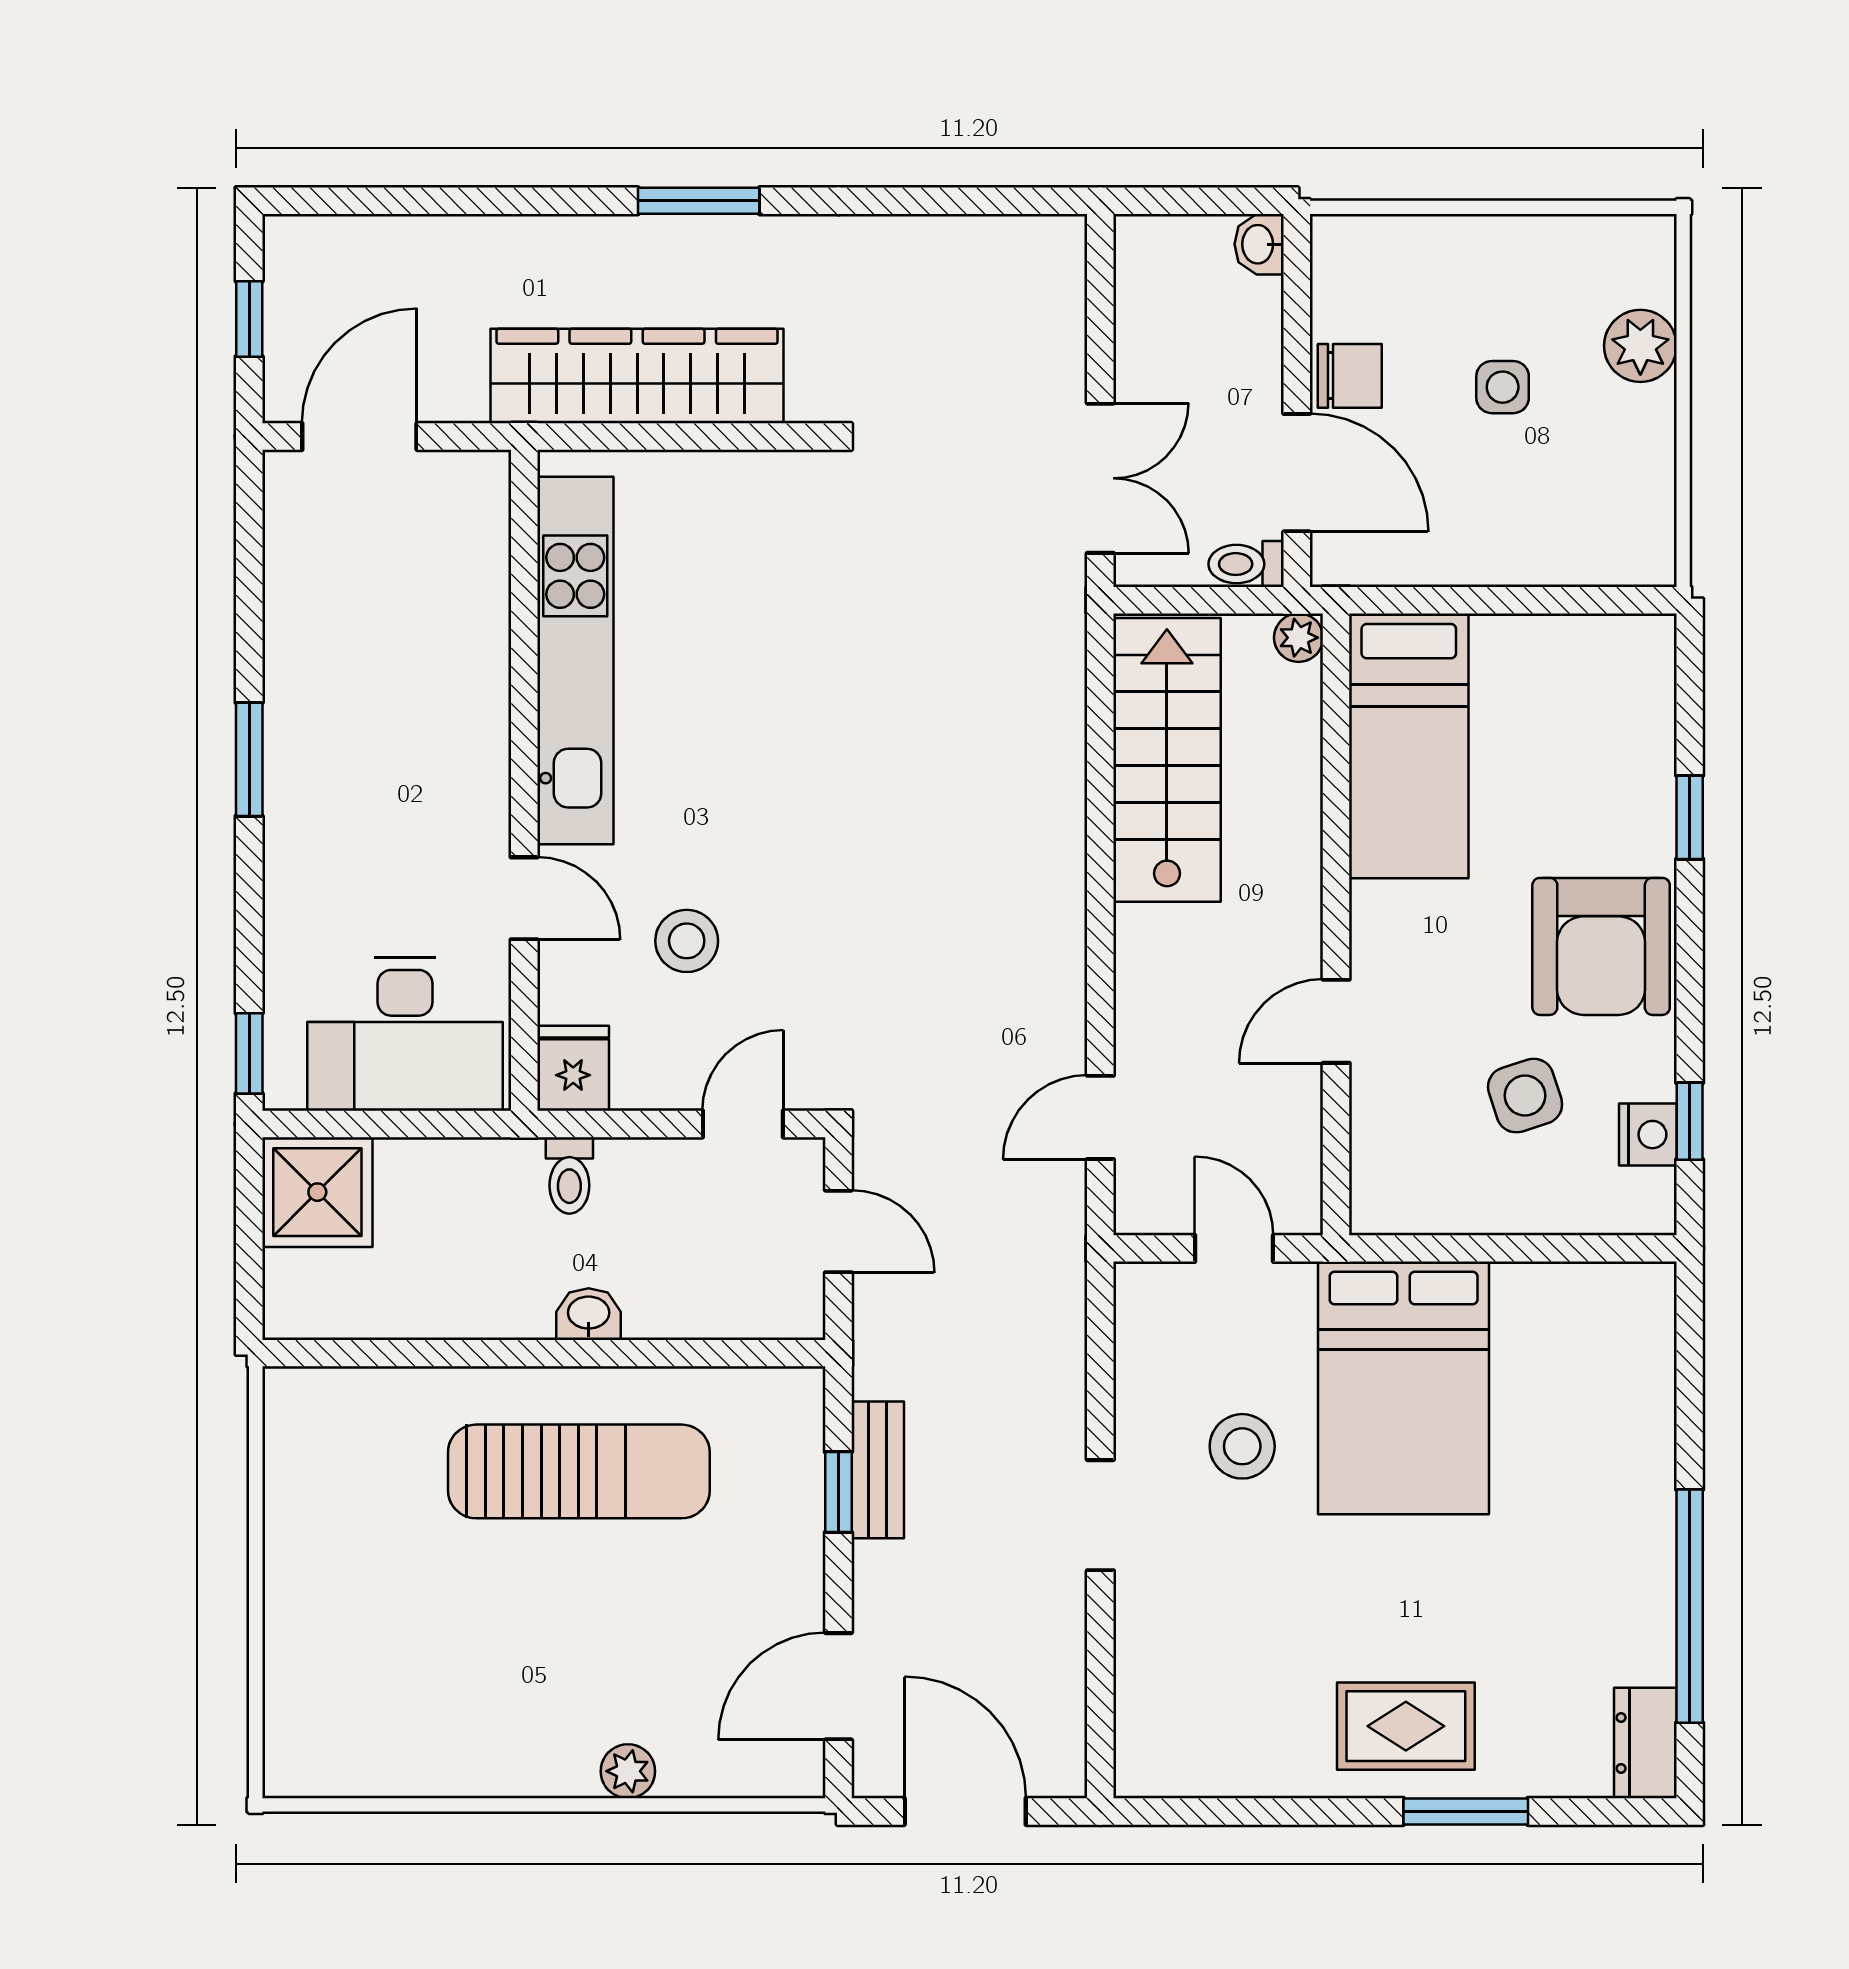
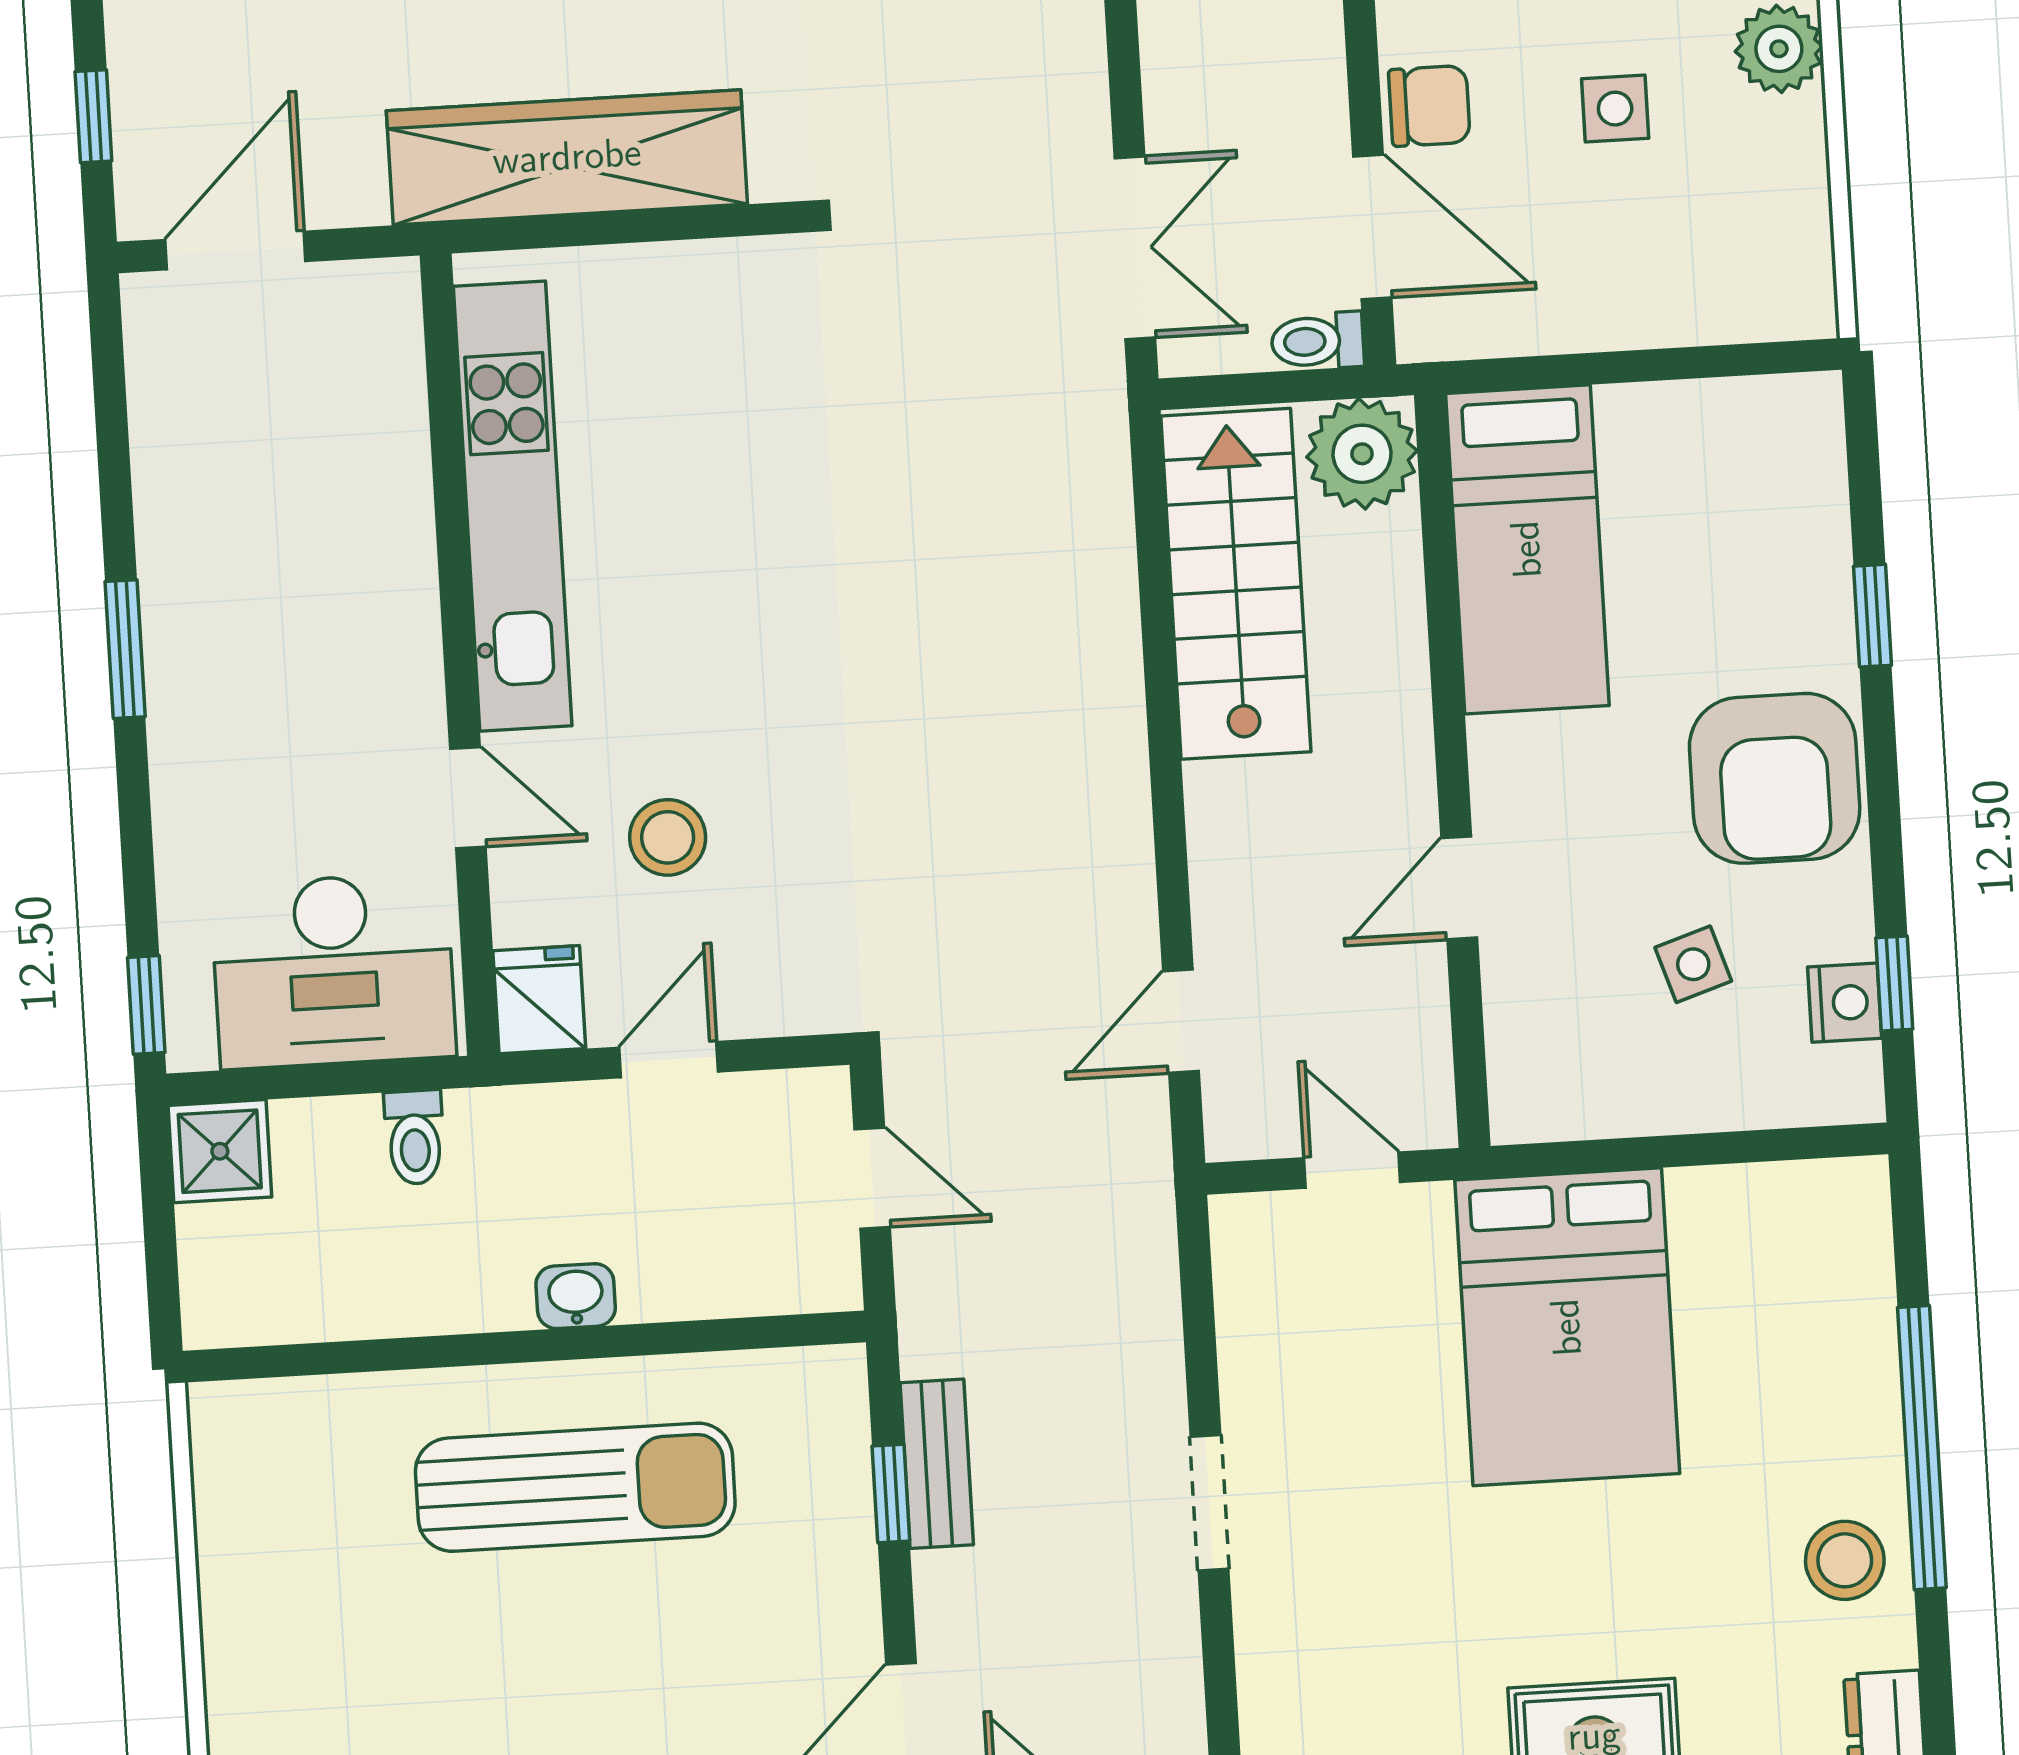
plant: (1299, 638) -> (1362, 454), width x1.88, depth x1.88
side table: (1525, 1096) -> (1693, 964), width x0.73, depth x0.73
door: (743, 1124) -> (669, 1060), moved
toilet: (569, 1175) -> (415, 1137), moved
shower: (317, 1192) -> (220, 1151), width x0.73, depth x0.73
stool: (1242, 1446) -> (1845, 1560), moved
window: (1690, 1606) -> (1922, 1448), moved

